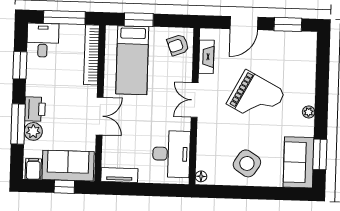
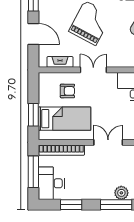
desk: (43, 40) -> (51, 183), width x1.37
armchair: (178, 45) -> (67, 91), moved, turned -69
double door: (195, 100) -> (93, 70), swing flipped
printer: (35, 109) -> (104, 192), removed

